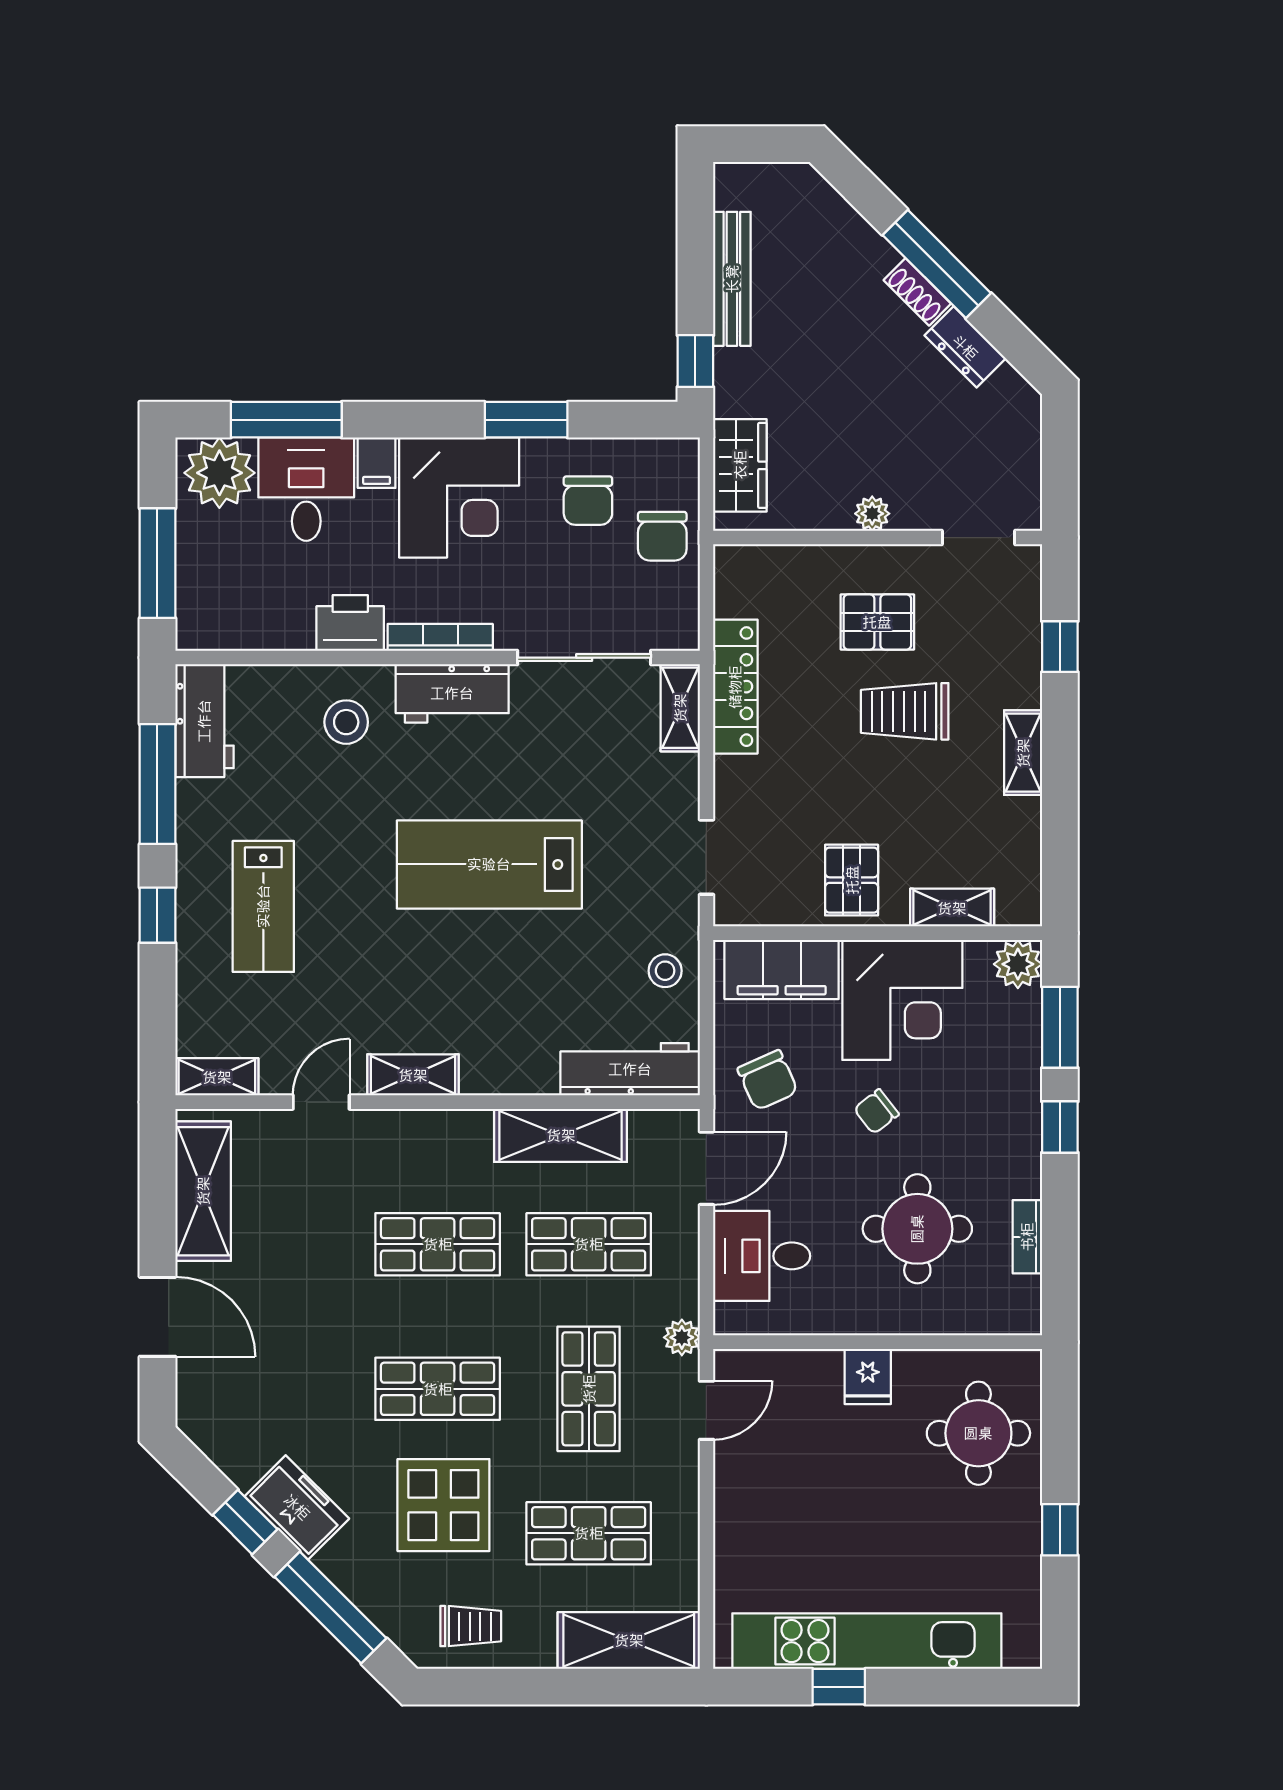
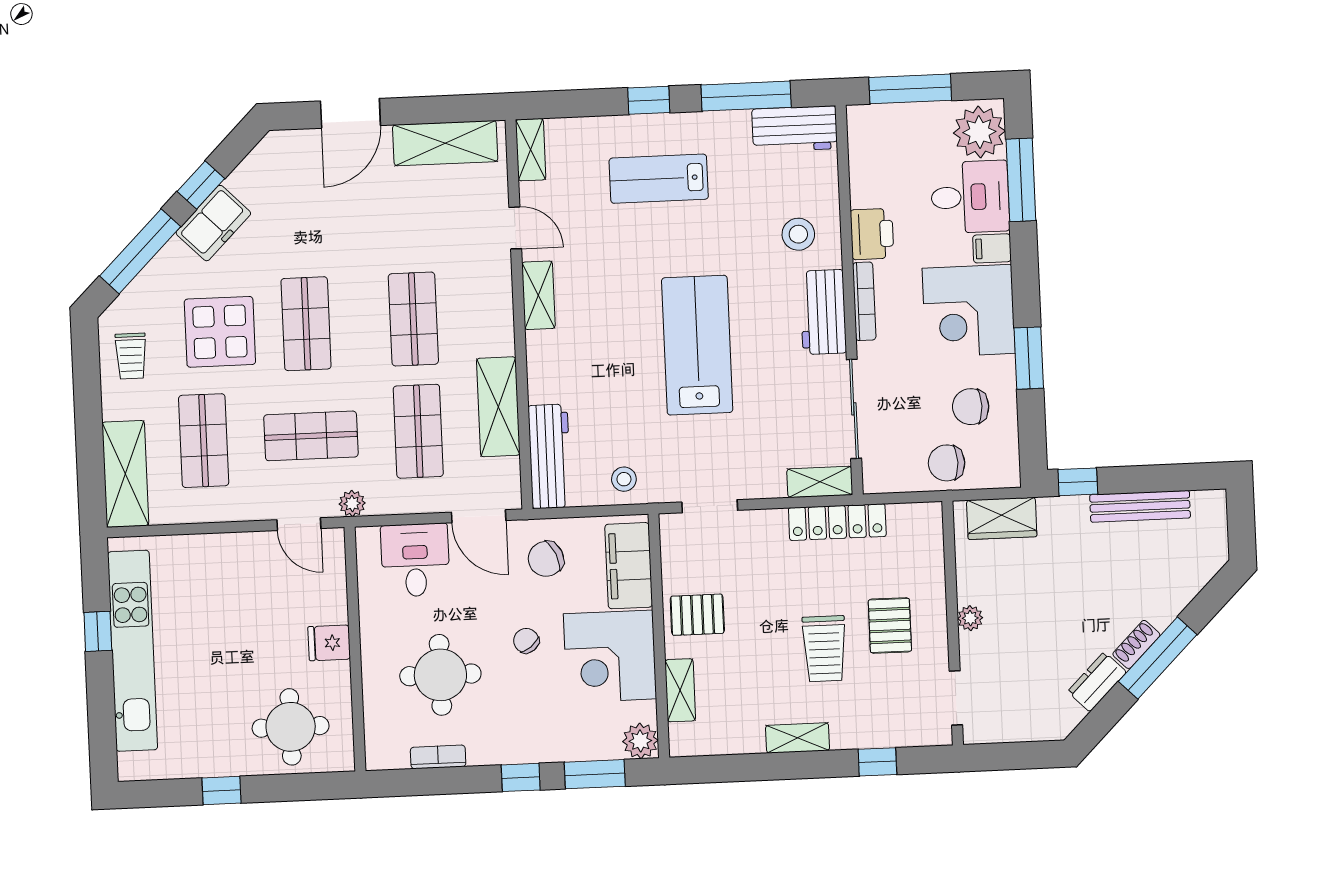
trolley: (905, 711) -> (824, 649), turned 180

